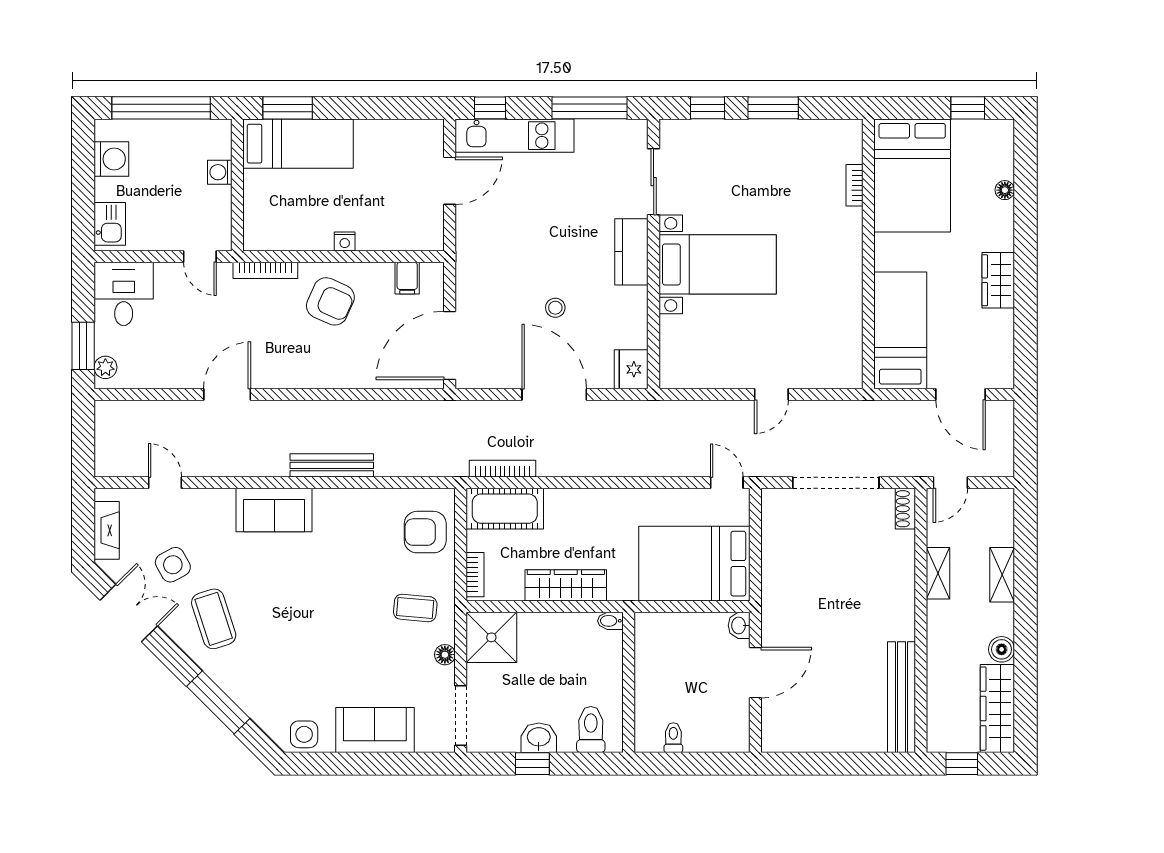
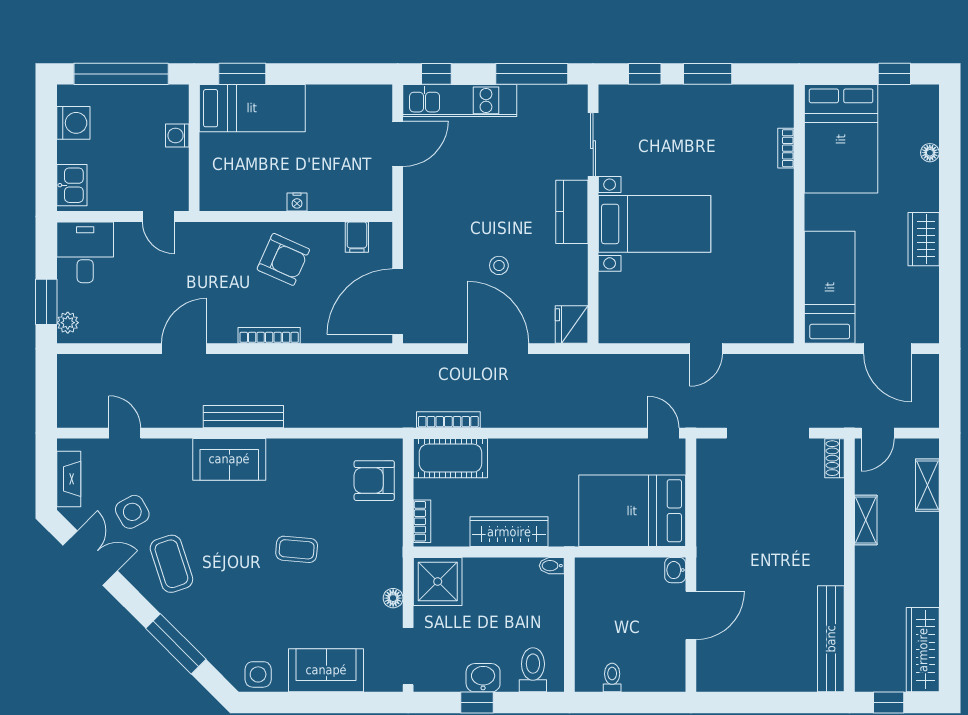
bookcase: (265, 270) -> (269, 335), moved, turned 180
bench: (332, 465) -> (243, 417), moved
shelving: (1002, 575) -> (927, 485), moved
coffee table: (415, 608) -> (297, 549), moved
boiler: (1002, 649) -> (927, 593), removed

